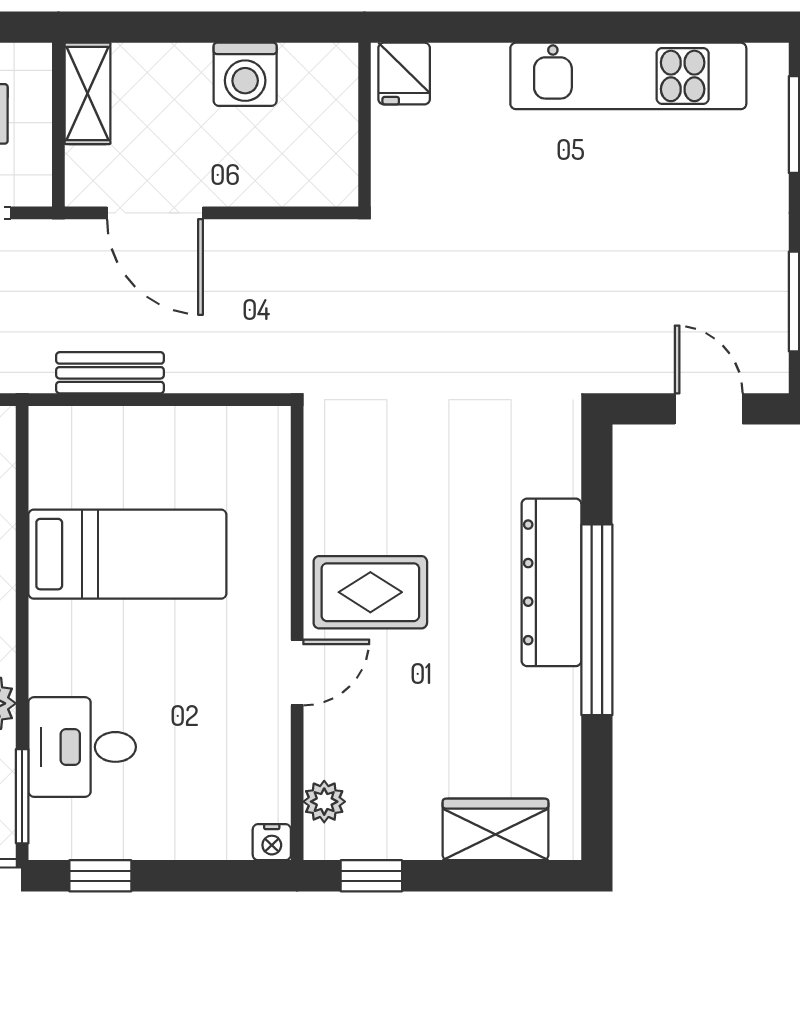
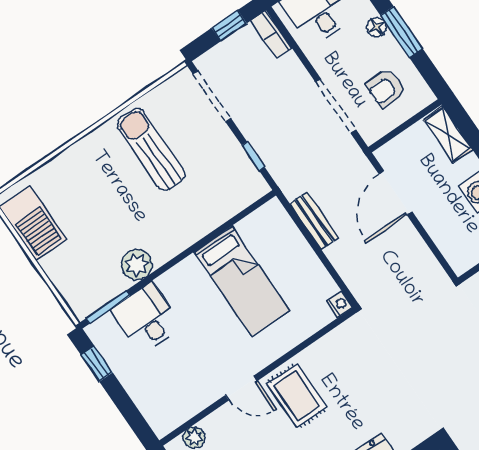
shelving: (88, 93) -> (448, 135), moved, turned 90
nightstand: (272, 842) -> (340, 304), moved, turned 180

